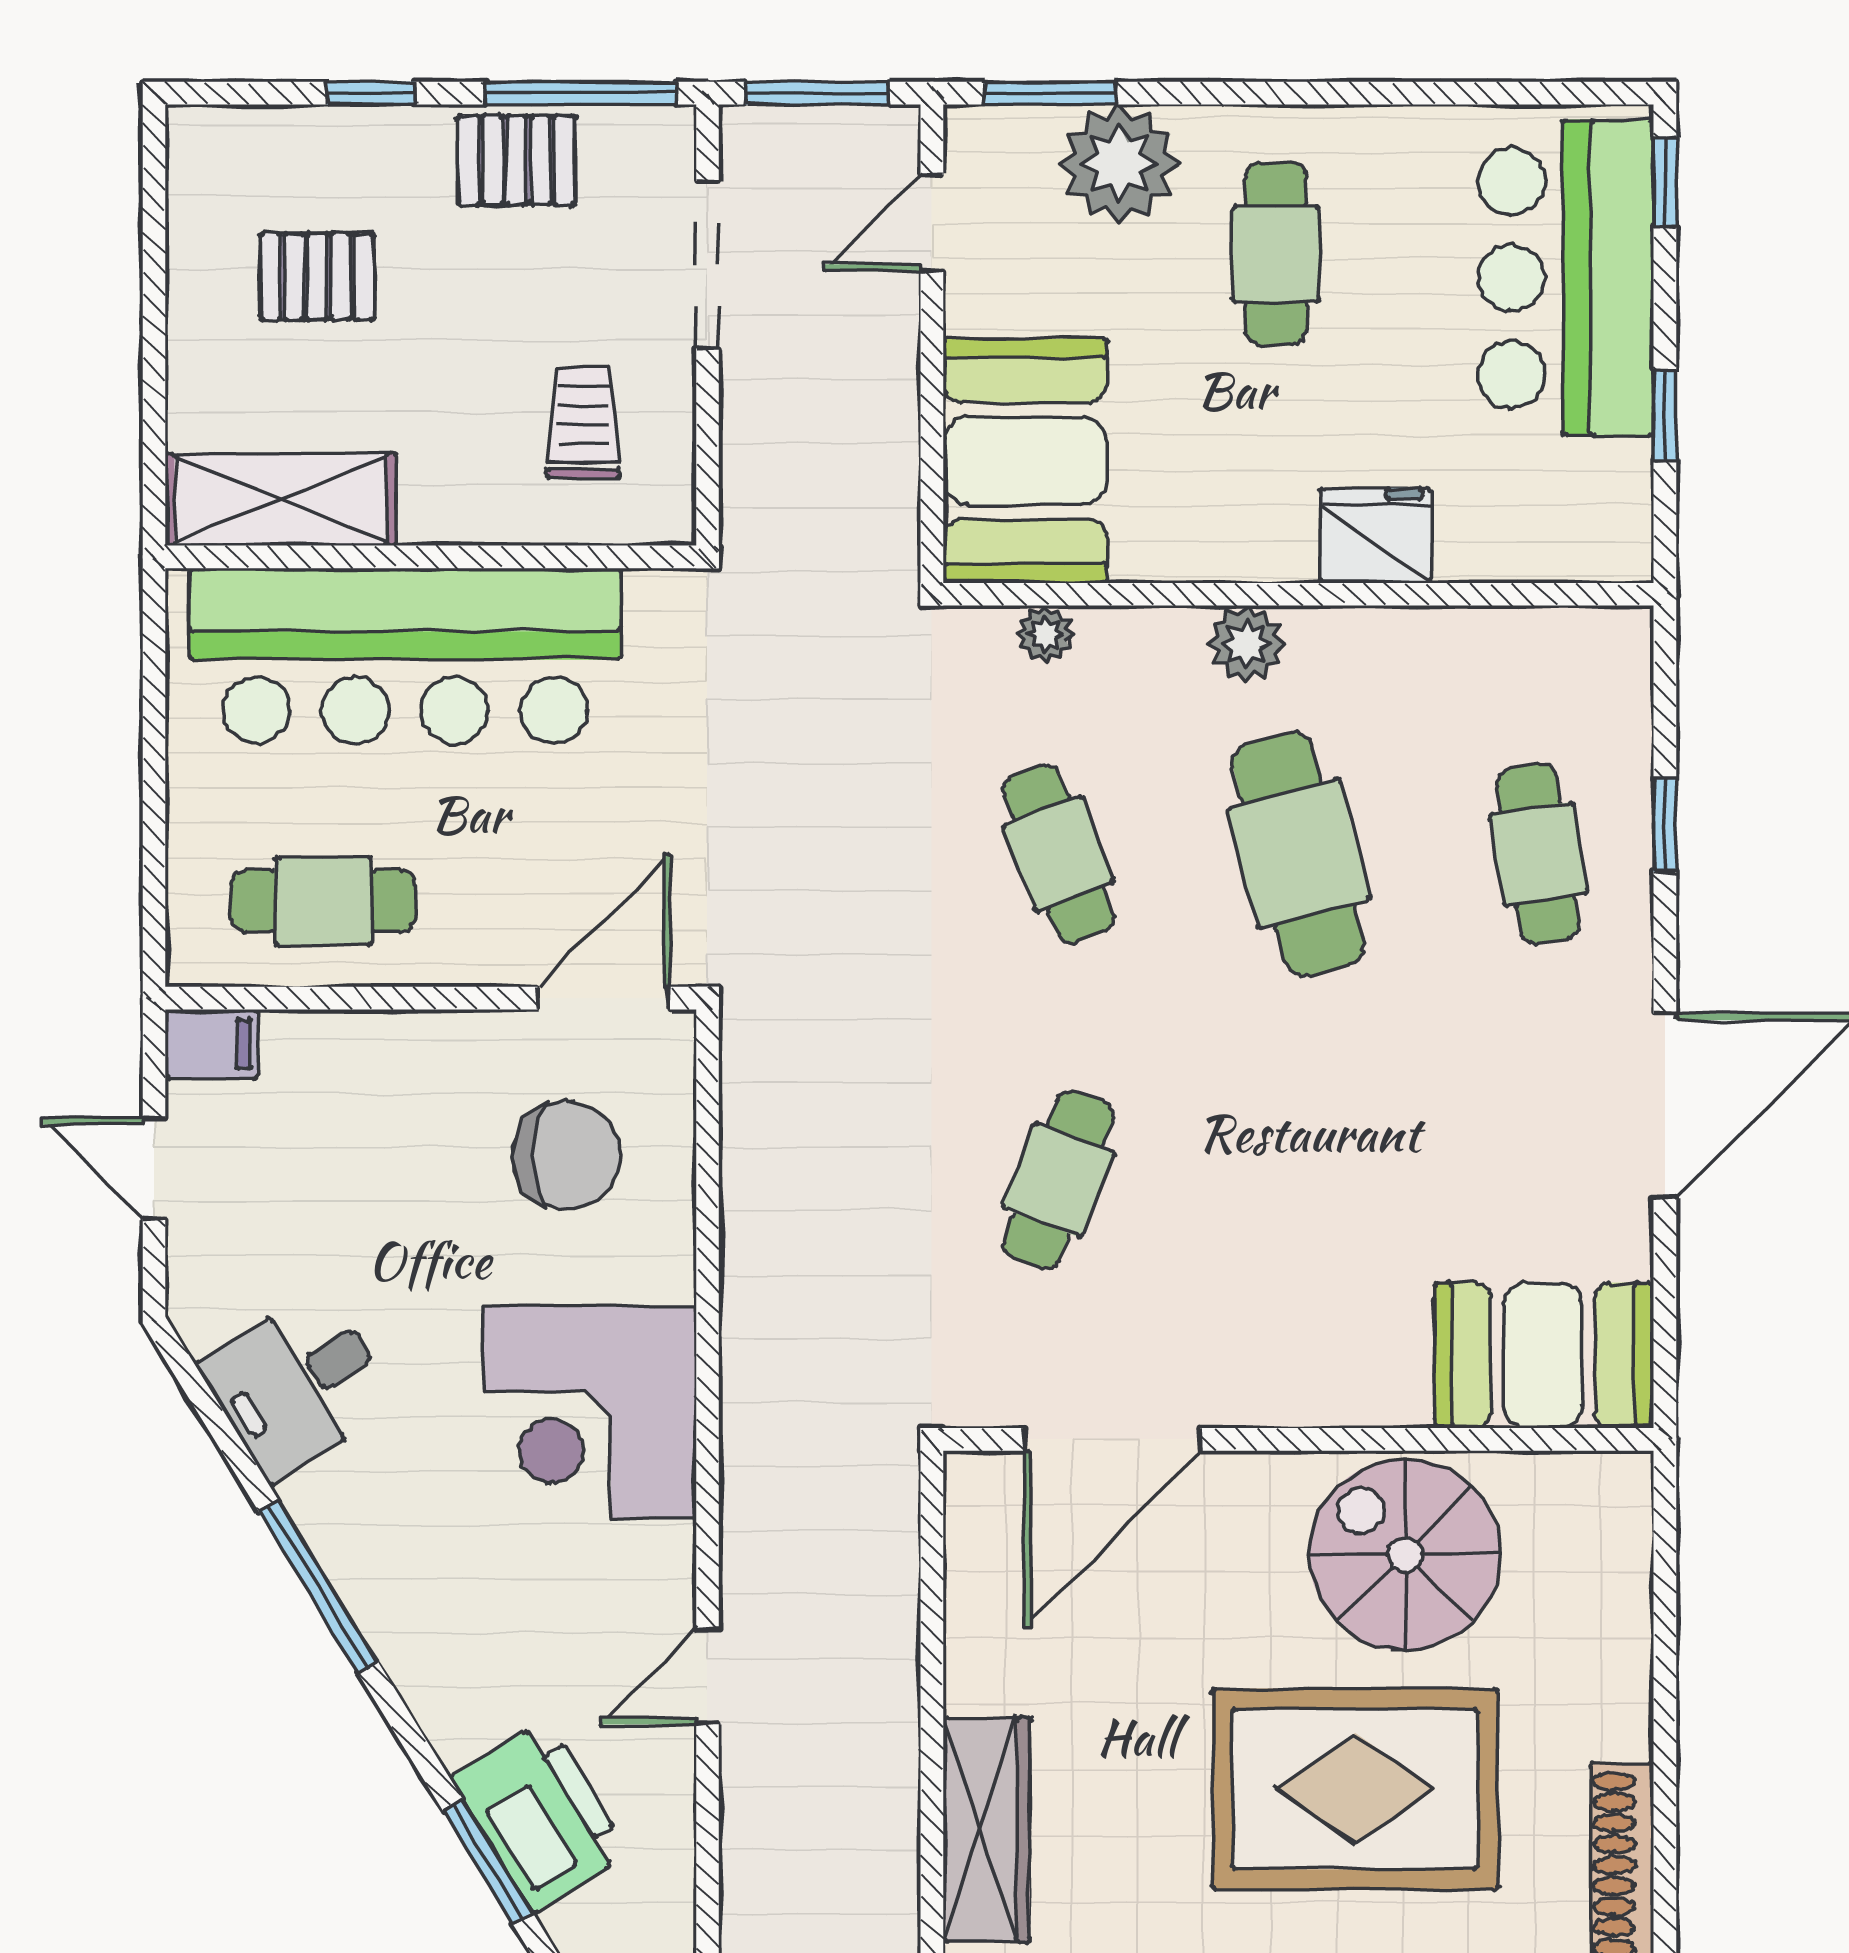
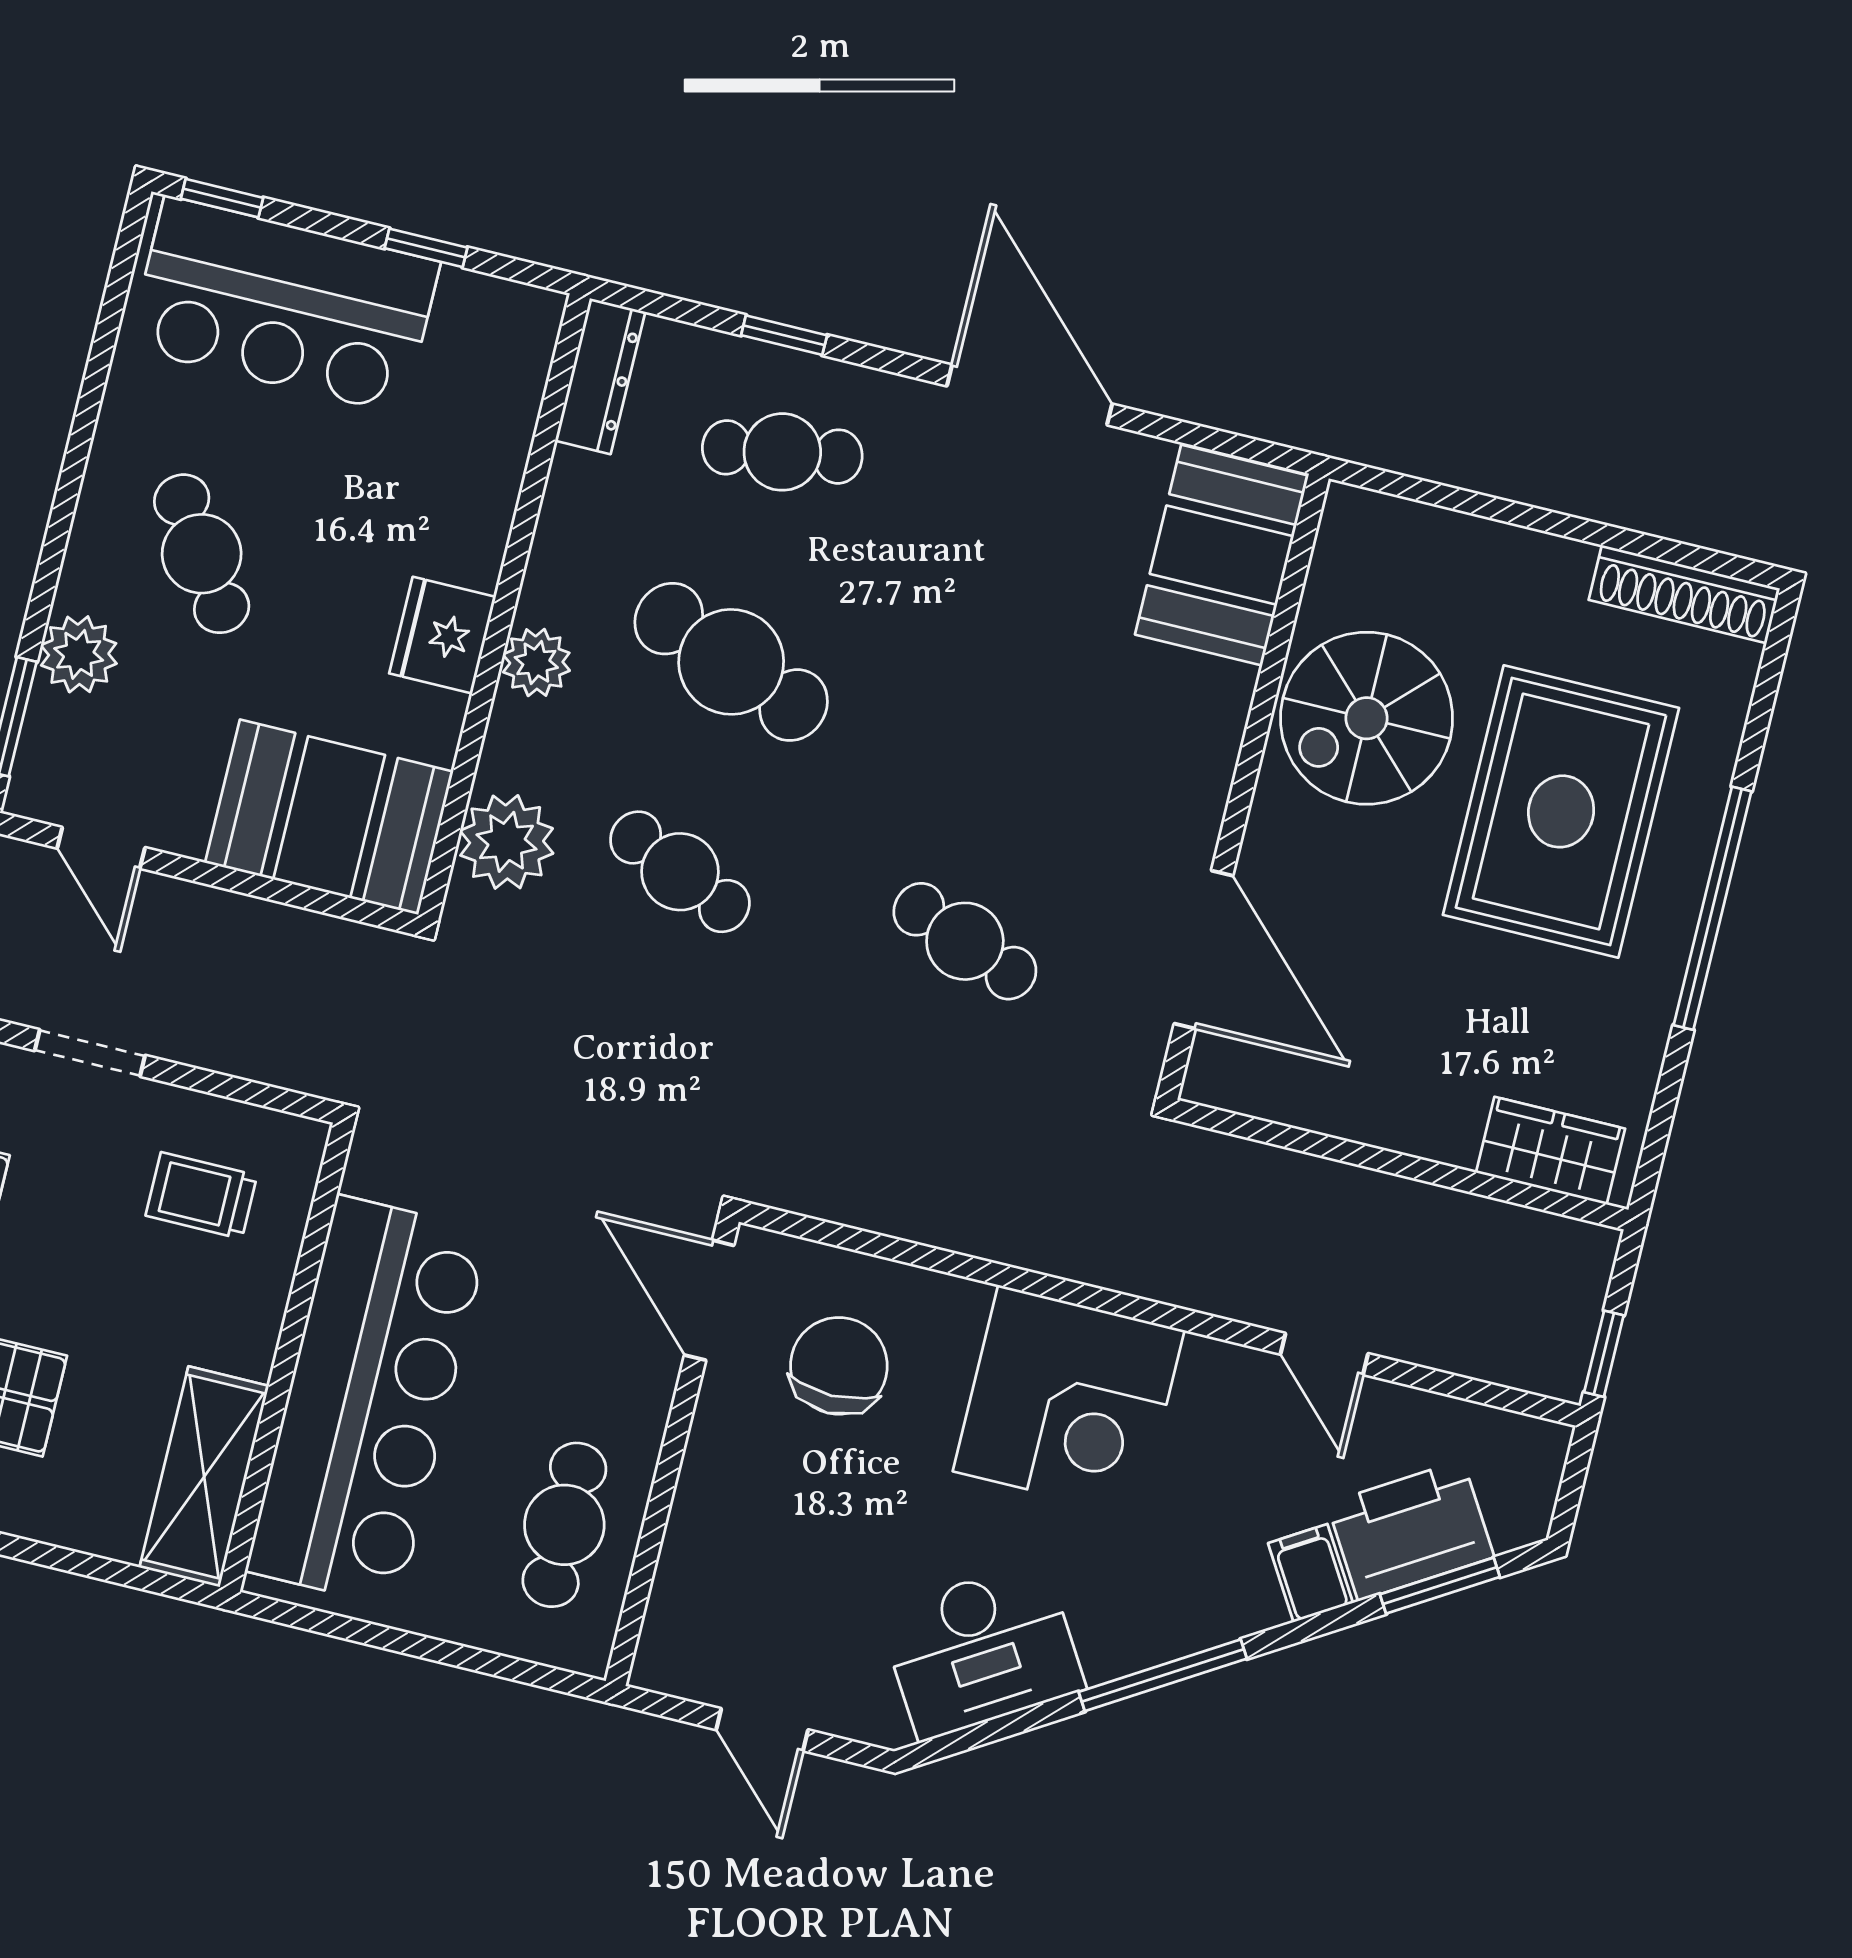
plant: (1119, 164) -> (79, 654), width x0.73, depth x0.73
cafe table: (1276, 254) -> (202, 554), turned 56
doorway: (707, 265) -> (90, 1053), width x0.73
fridge: (1375, 535) -> (442, 635), moved
plant: (1045, 634) -> (507, 842), width x1.88, depth x1.88
dresser: (1572, 637) -> (600, 376), added
cafe table: (1058, 854) -> (680, 872), turned 45
cafe table: (1298, 854) -> (731, 662), turned 36
filing cabinet: (212, 1044) -> (1311, 1573), moved, turned -32
door: (154, 1168) -> (762, 1730), hinge flipped
desk: (298, 1384) -> (982, 1650), width x1.37
wardrobe: (987, 1829) -> (1551, 1151), width x0.67

